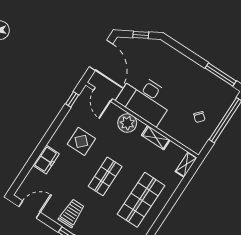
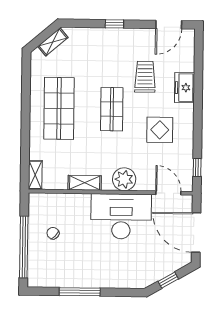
window: (221, 75) -> (80, 292), moved
trolley: (72, 213) -> (145, 77), moved, turned 180

